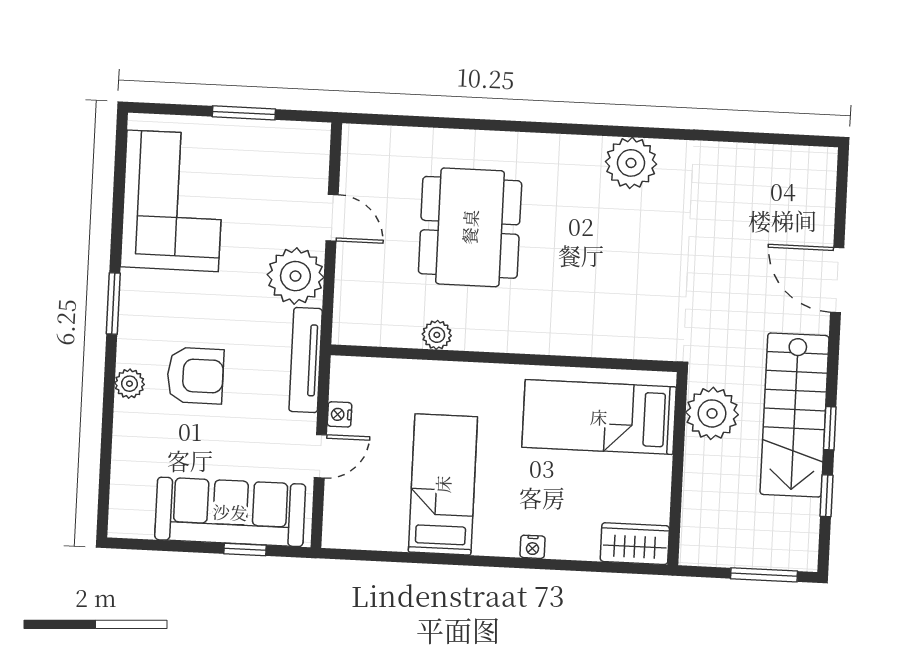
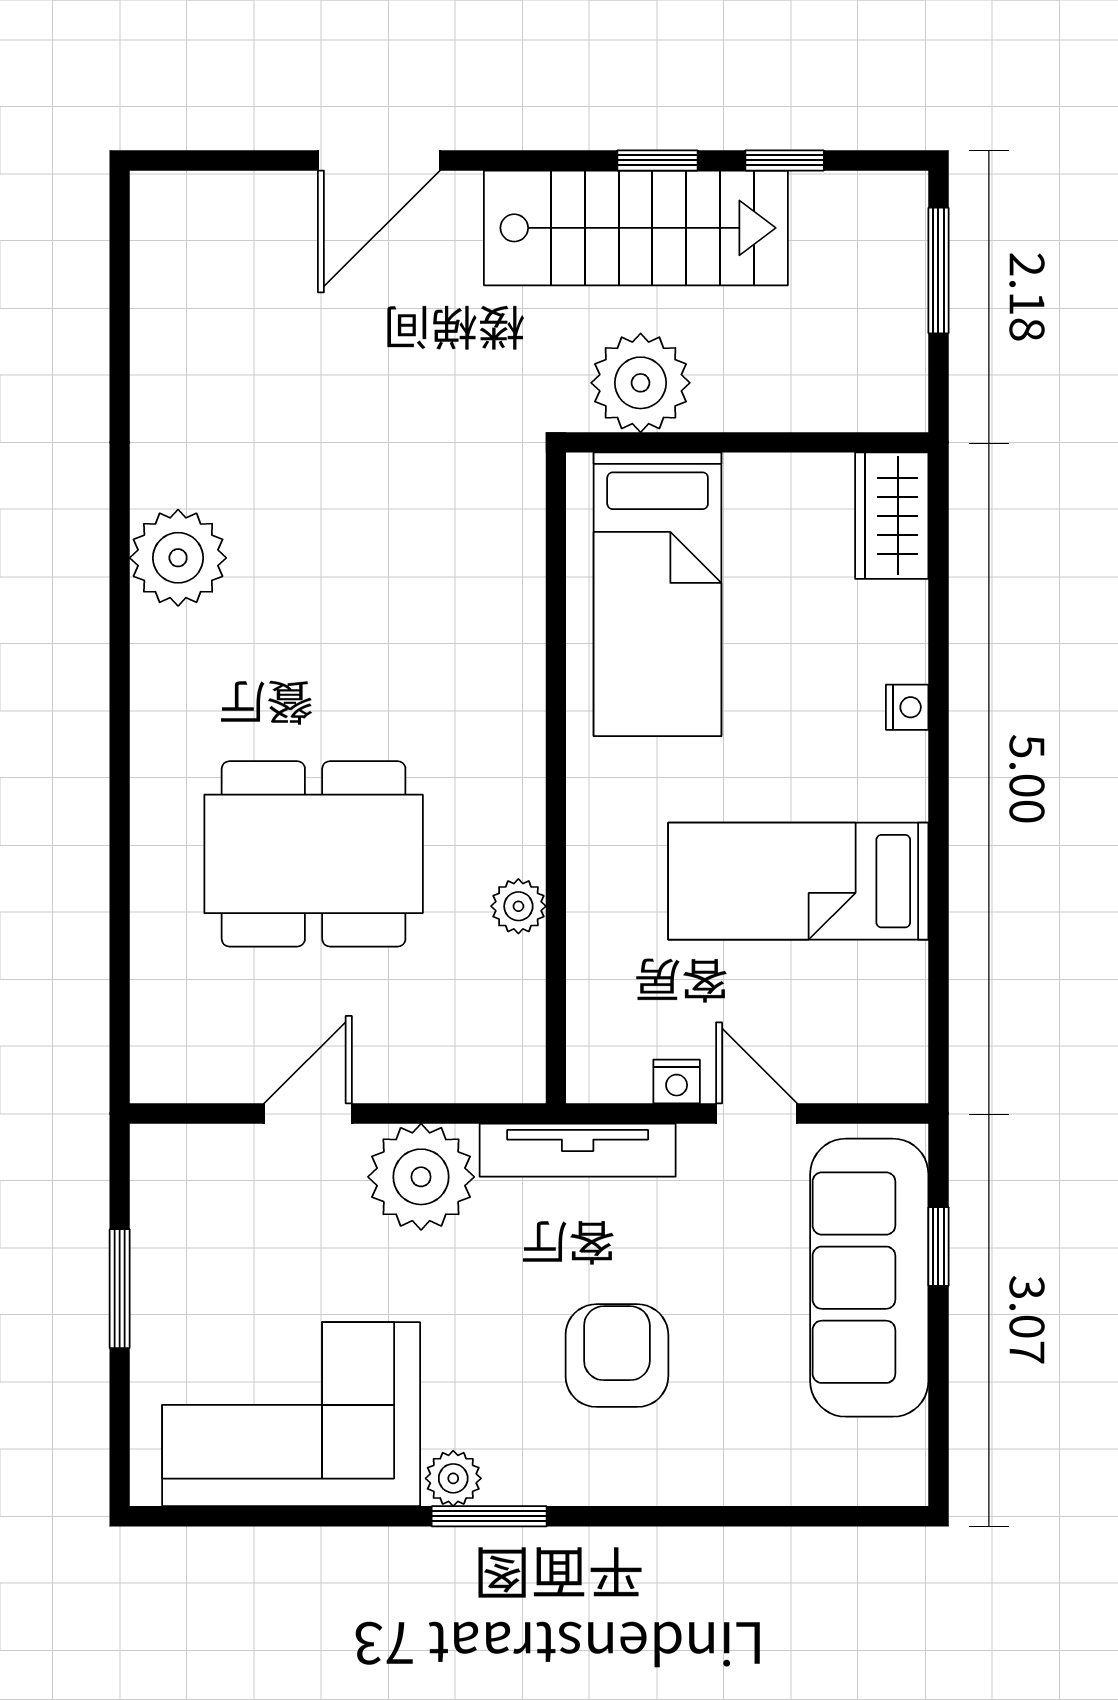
plant: (129, 384) -> (453, 1478), moved

